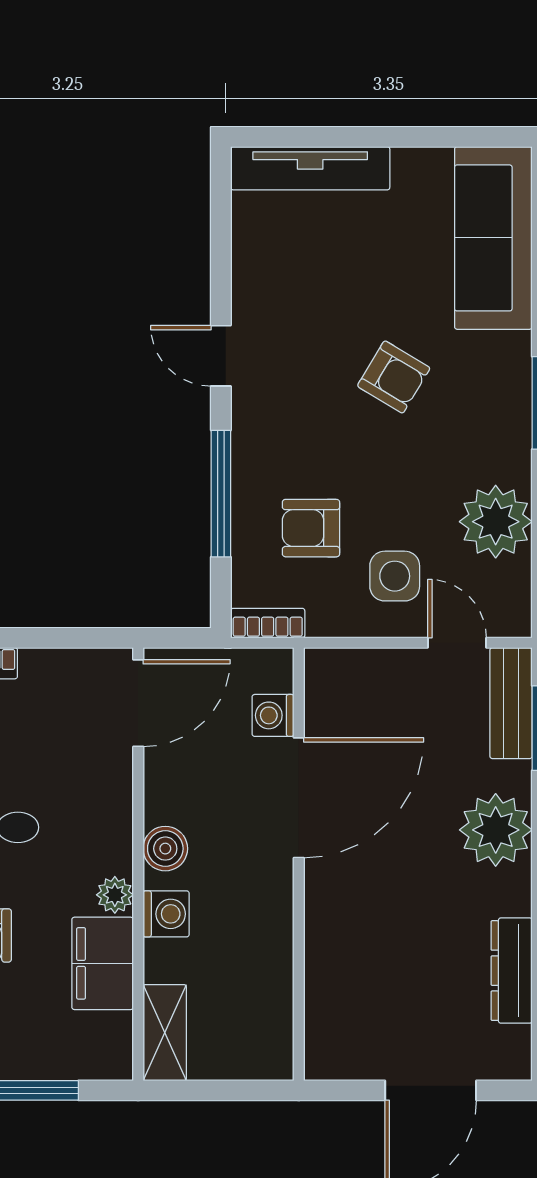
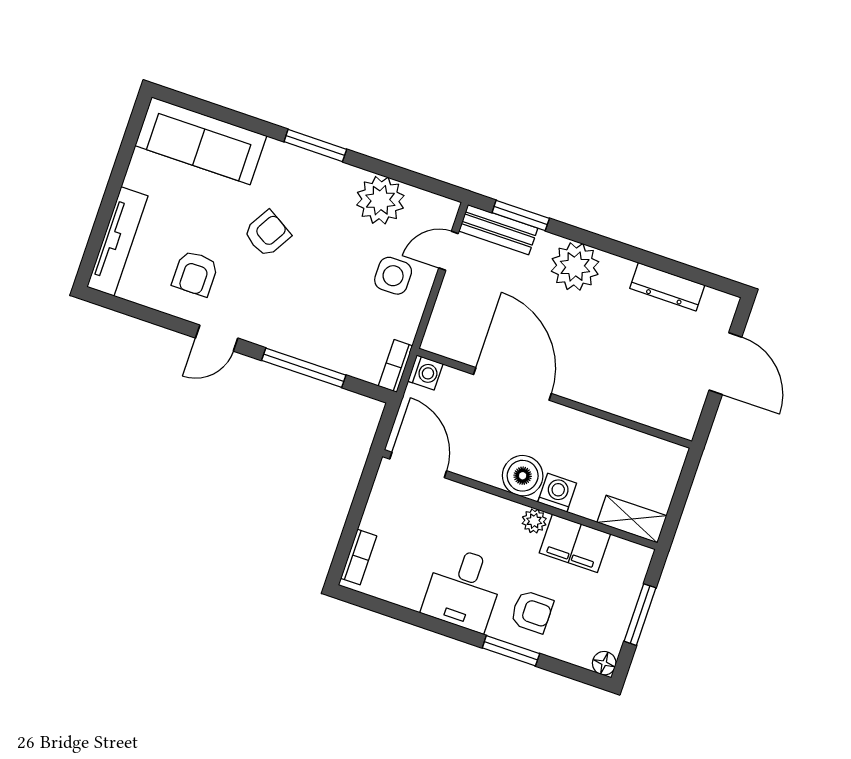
armchair: (311, 528) -> (195, 273), moved
washing machine: (273, 715) -> (425, 372), moved, turned -90
boiler: (165, 849) -> (523, 476), width x1.36, depth x1.36

